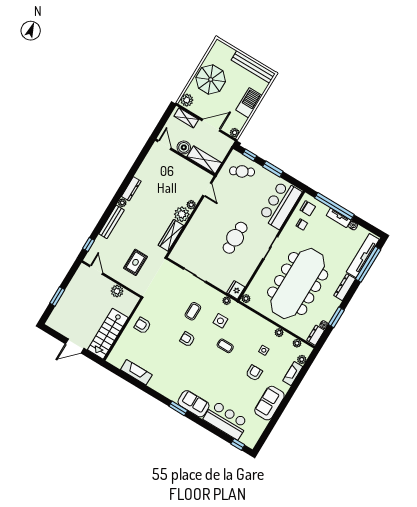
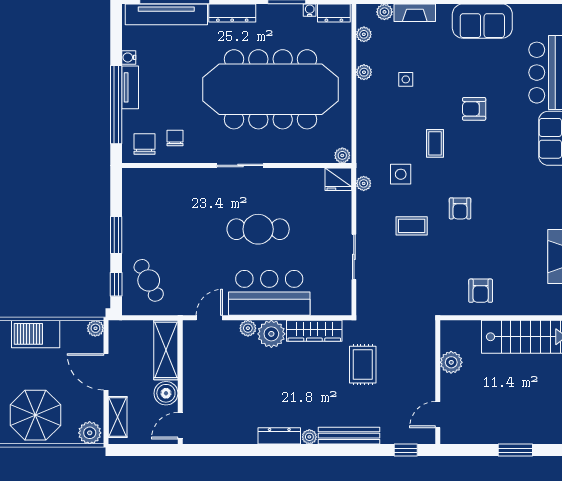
bar counter: (280, 204) -> (269, 293), moved, turned 180
rug: (135, 262) -> (363, 365), moved, turned 90
armchair: (254, 373) -> (474, 109), moved

